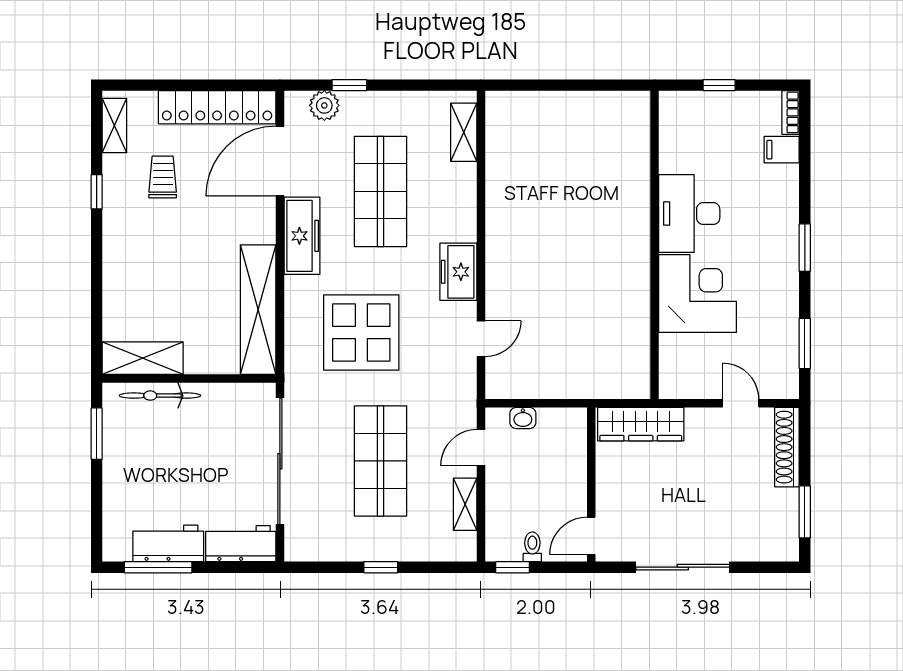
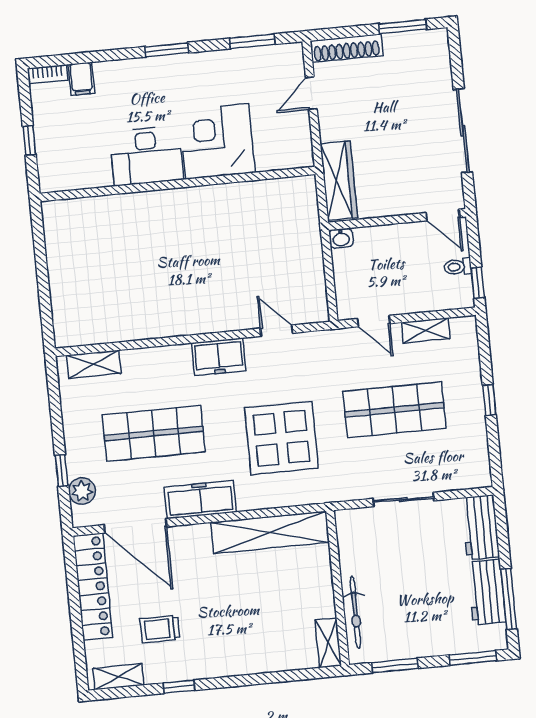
shelving: (143, 358) -> (328, 643), width x0.67, depth x0.75
washbasin: (523, 418) -> (341, 238), moved, turned 90
sliding door: (280, 461) -> (403, 500), width x0.54
window: (97, 521) -> (473, 658), added

